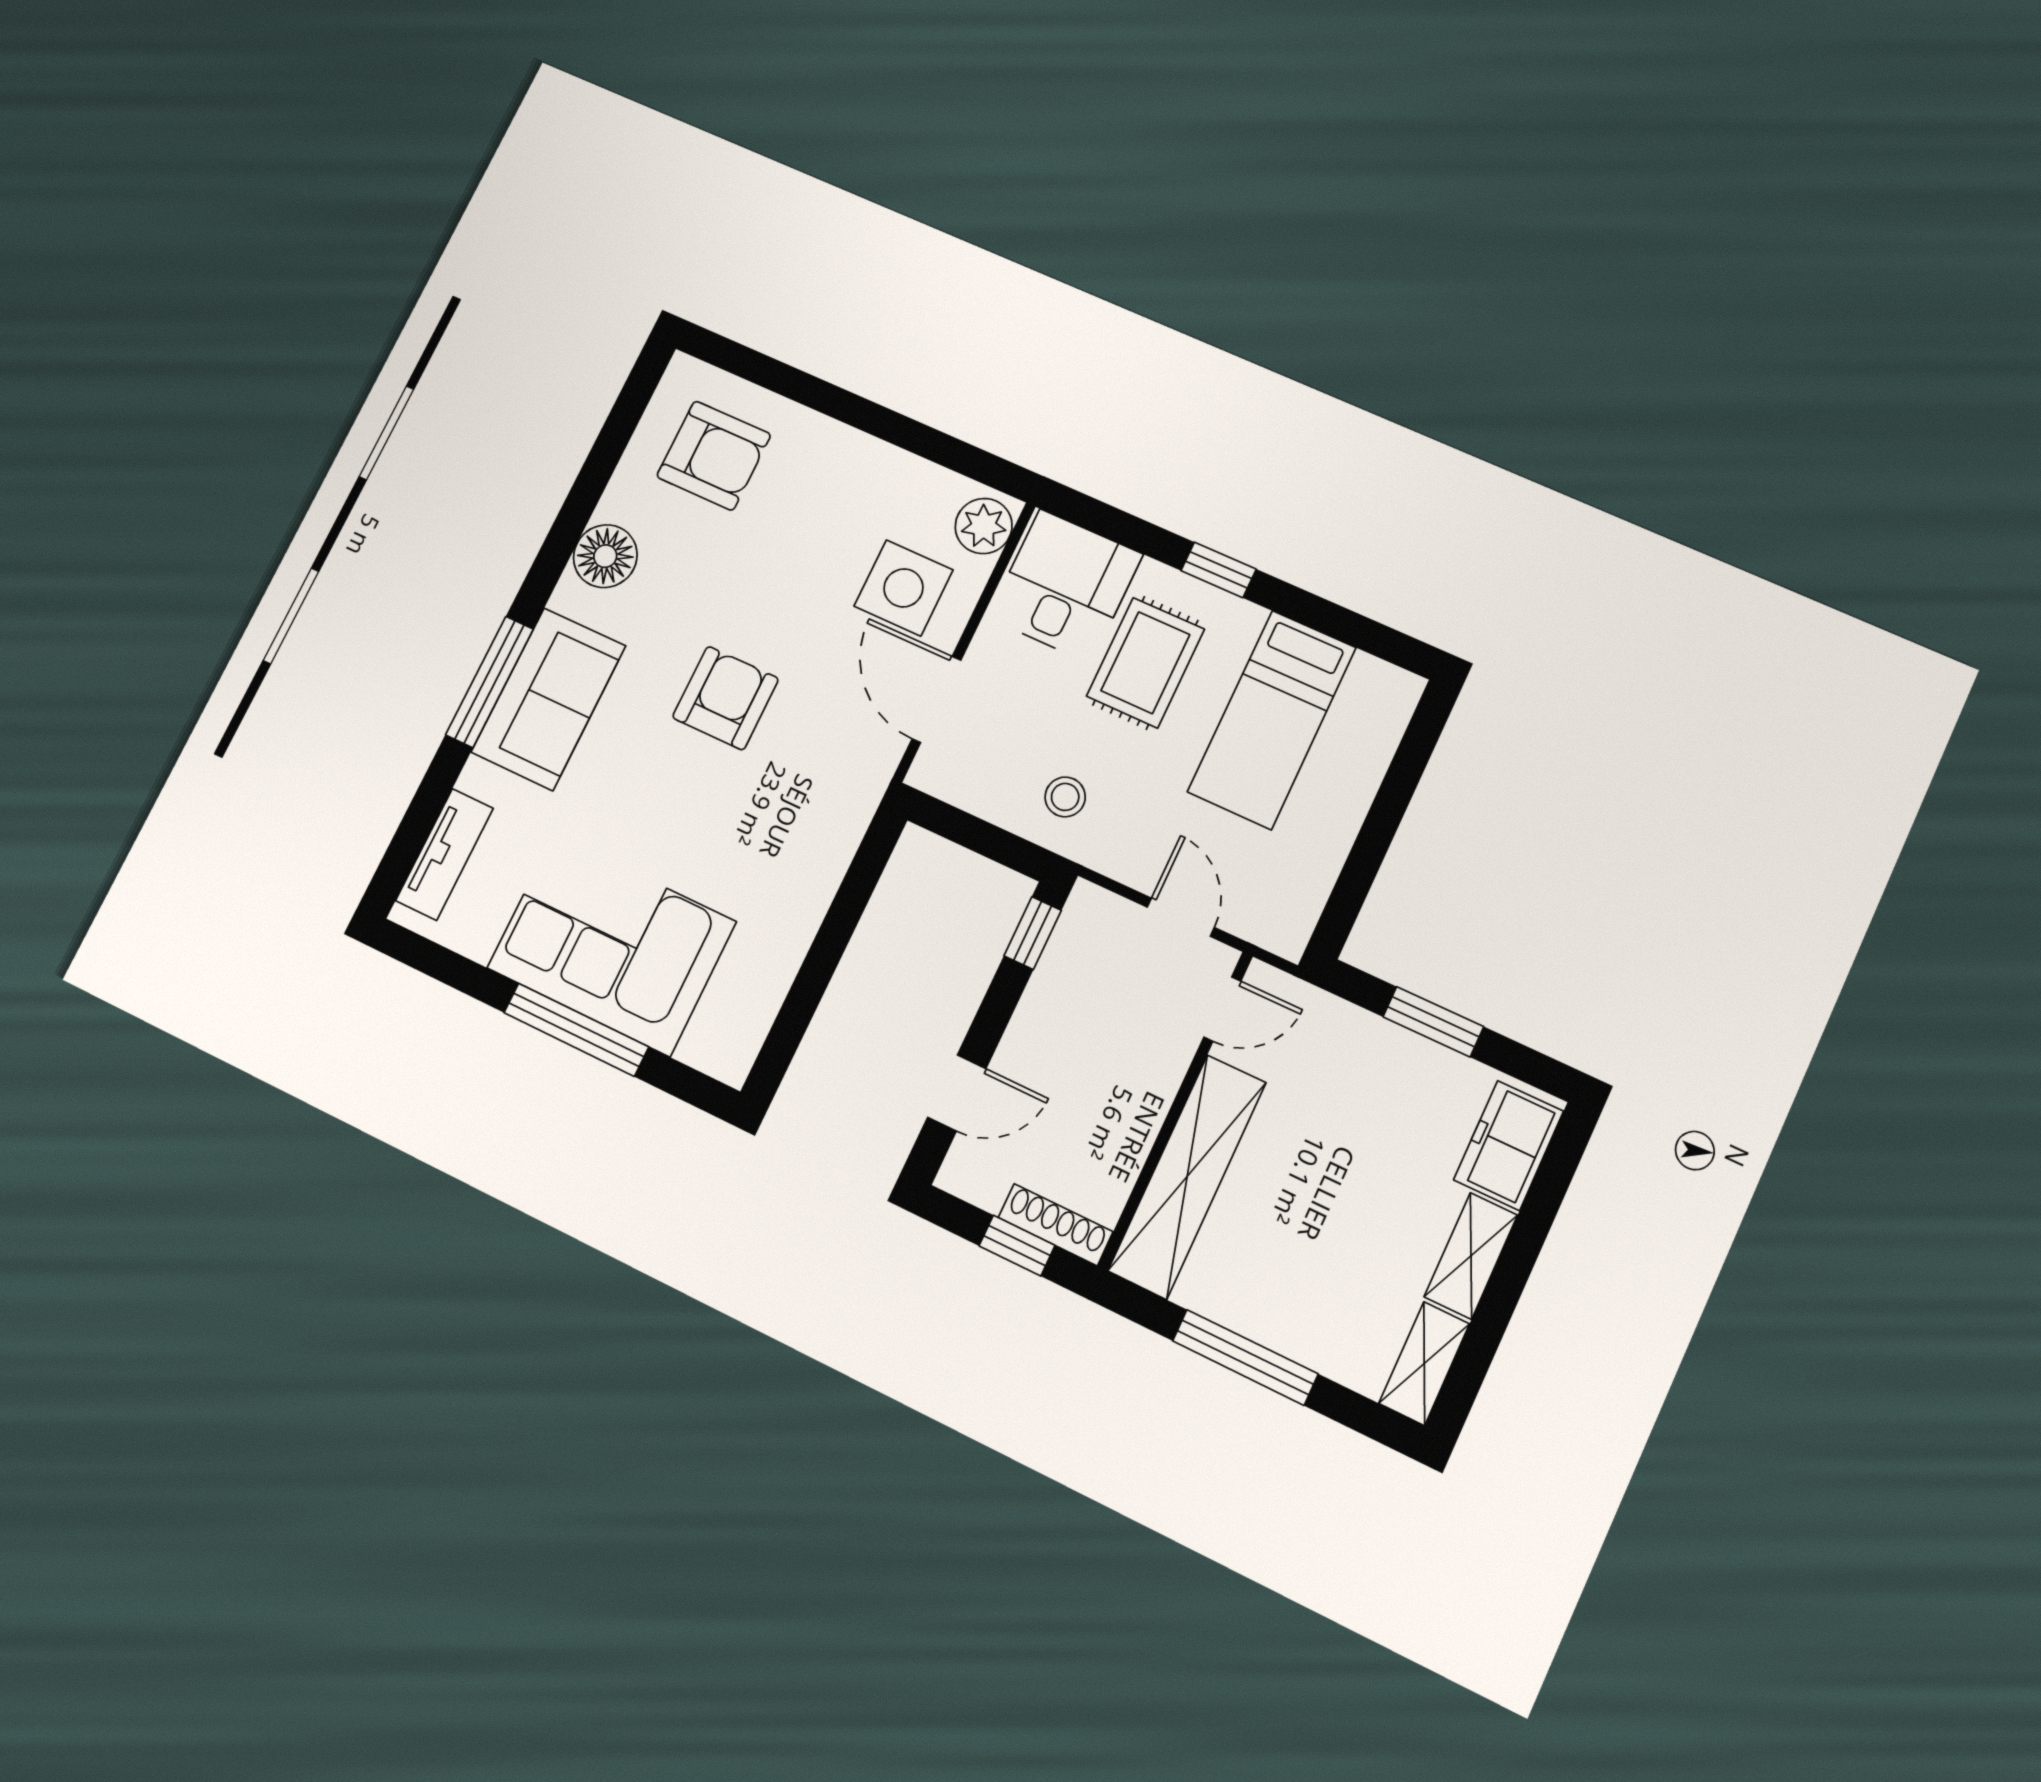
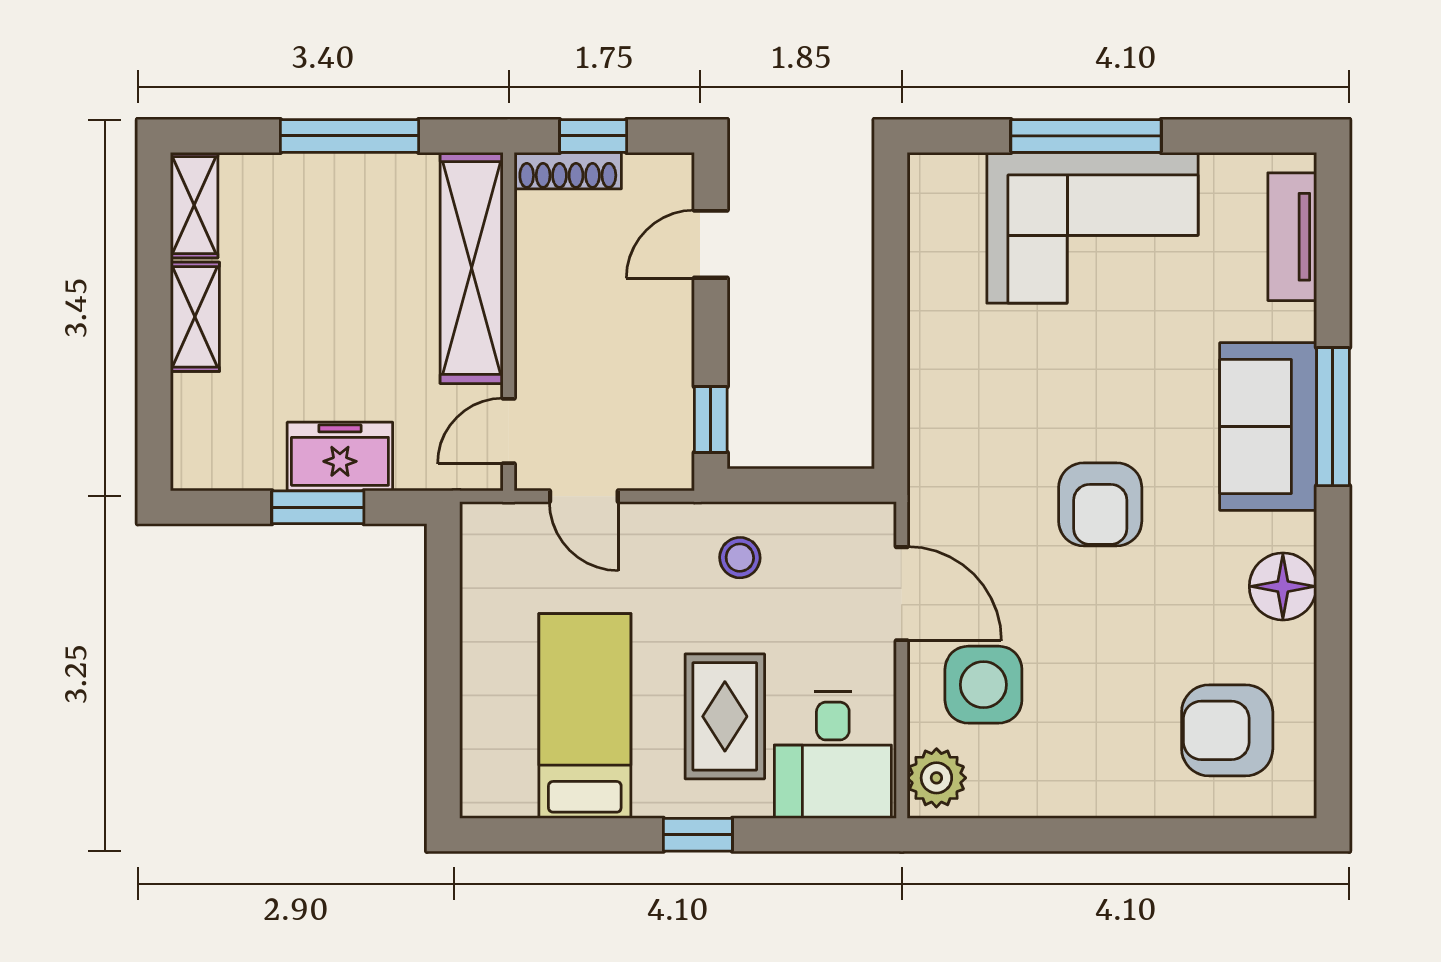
freezer: (1509, 1145) -> (340, 457), moved, turned -90

